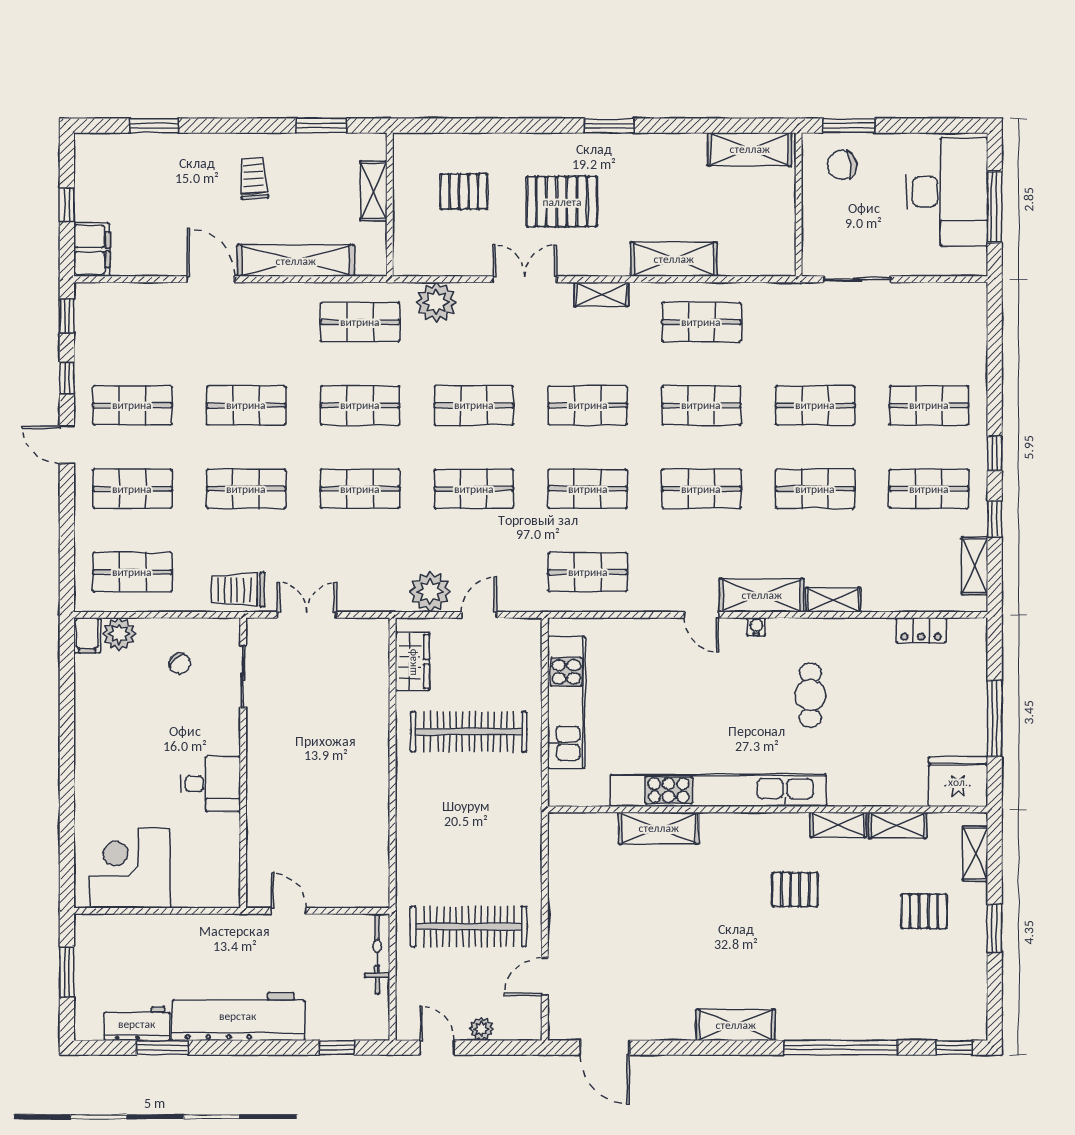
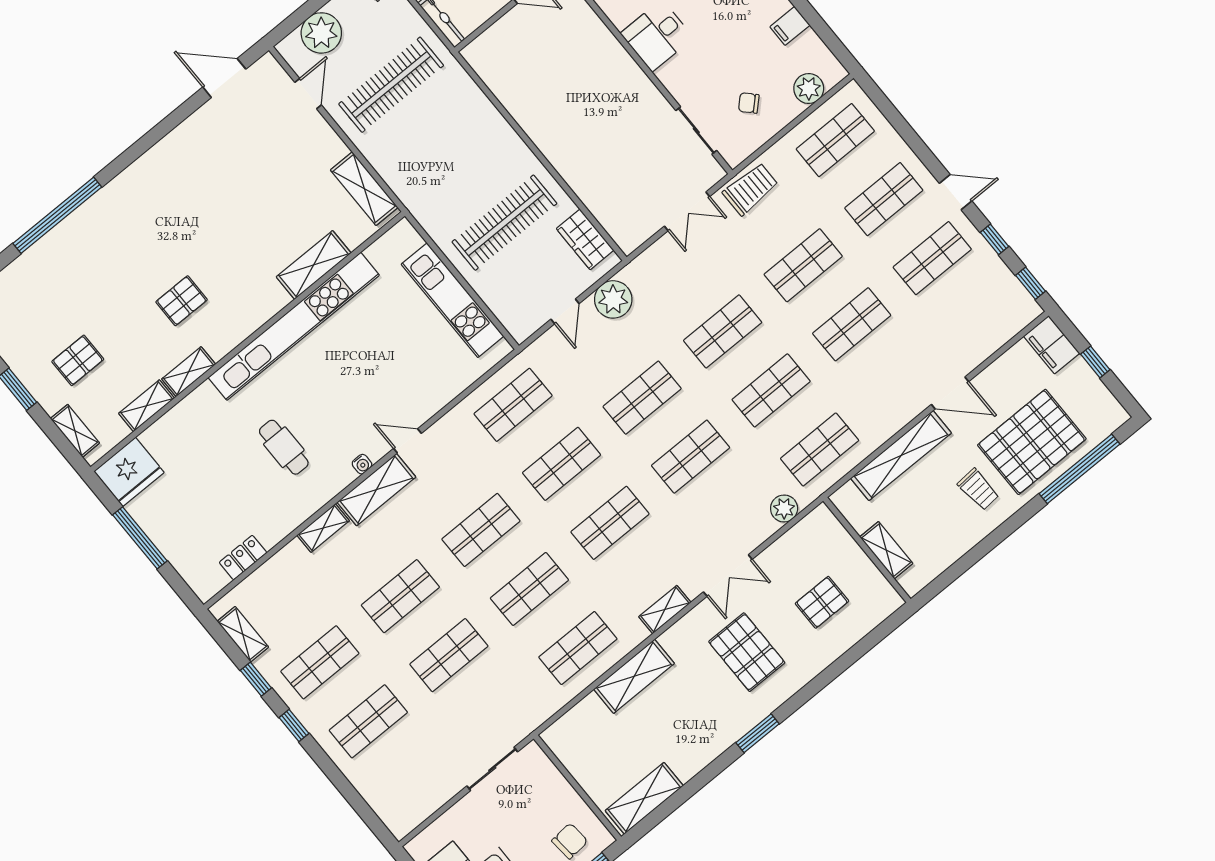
window: (154, 126) -> (1079, 469), width x2.11
window: (321, 126) -> (961, 566), removed
pallet: (176, 181) -> (1032, 442), added
pallet: (562, 202) -> (747, 652), turned 90
plant: (436, 302) -> (784, 508), width x0.73, depth x0.73
filing cabinet: (87, 635) -> (790, 26), moved, turned -90
shelving: (736, 1025) -> (364, 189), moved, turned 90
plant: (481, 1029) -> (321, 33), width x1.88, depth x1.88

